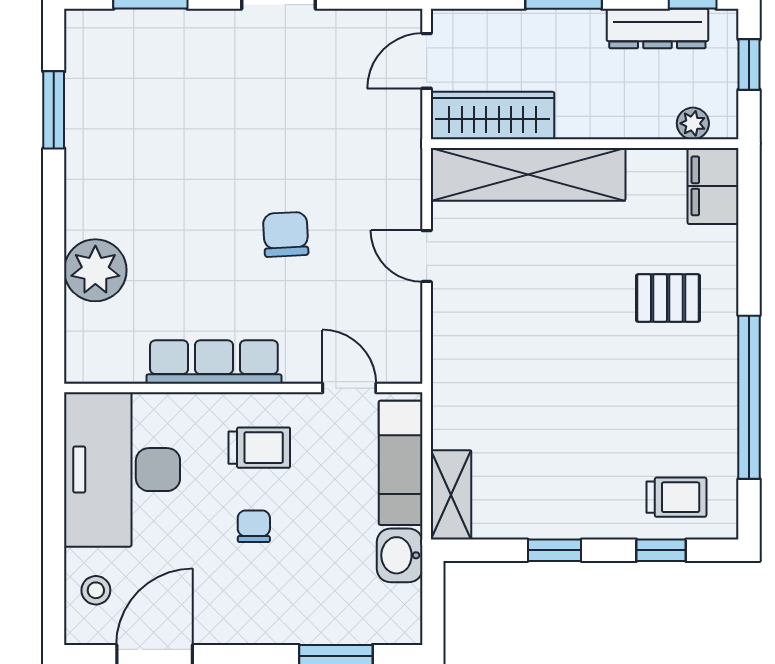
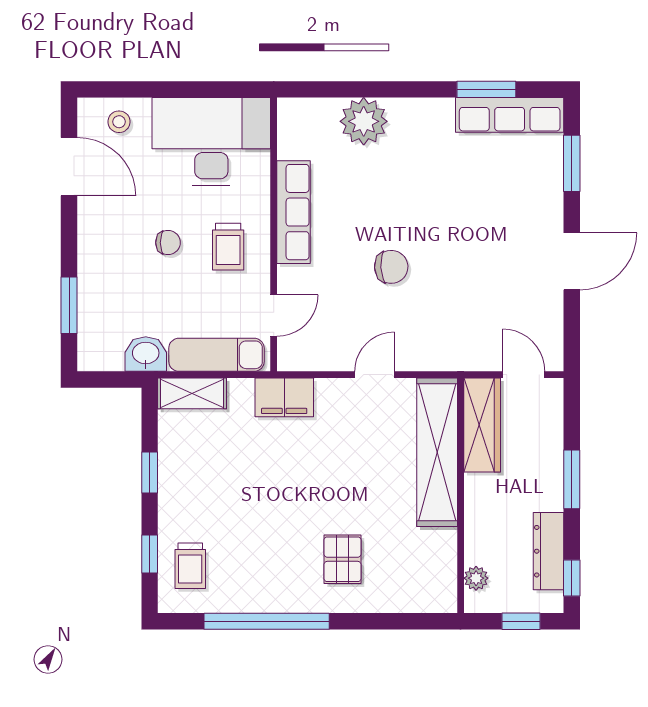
row of seats: (87, 79) -> (510, 115), added
filing cabinet: (713, 186) -> (284, 397), moved, turned 180

